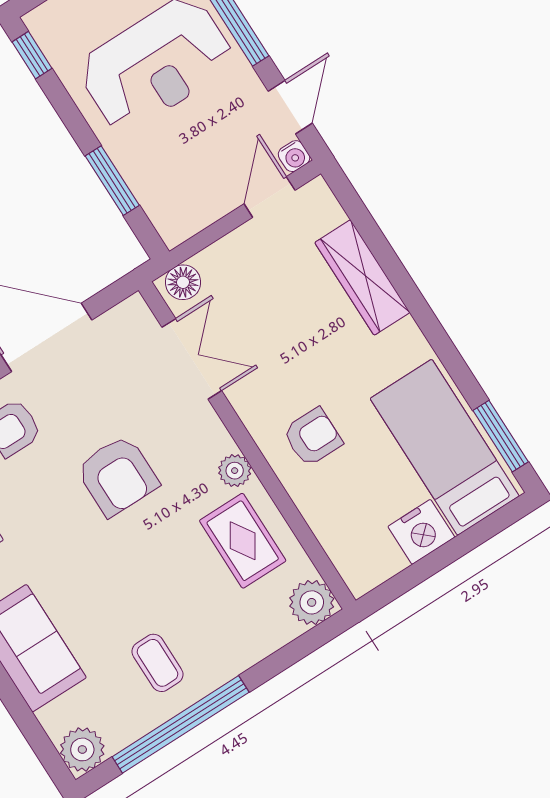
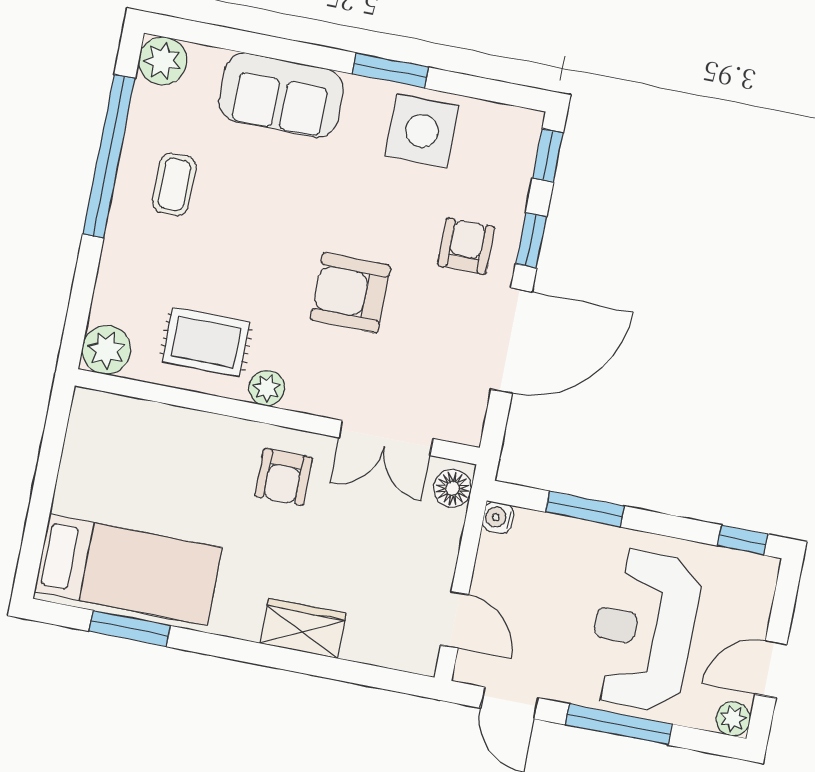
water cooler: (294, 156) -> (498, 518), moved
wardrobe: (362, 277) -> (303, 628), width x0.67
window: (501, 436) -> (130, 628), moved
armchair: (313, 437) -> (284, 477), moved
nightstand: (421, 532) -> (80, 488), removed
coffee table: (157, 663) -> (174, 184), turned 90

